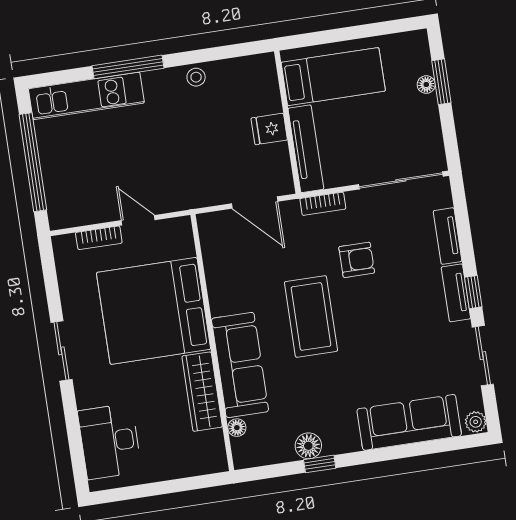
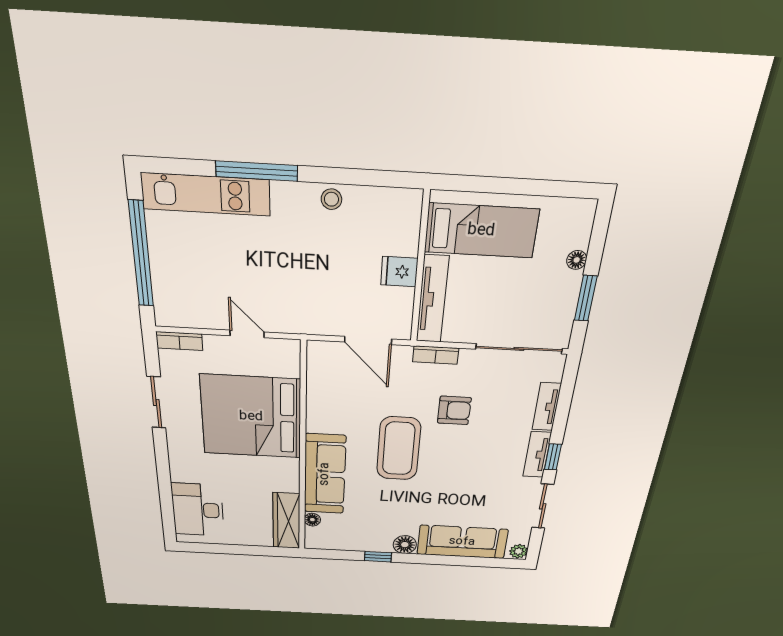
window: (441, 82) -> (586, 298), moved
bookcase: (99, 238) -> (179, 341), moved
sliding door: (61, 351) -> (156, 402), moved
wardrobe: (202, 392) -> (287, 521), moved
floor lamp: (308, 446) -> (405, 545), moved

